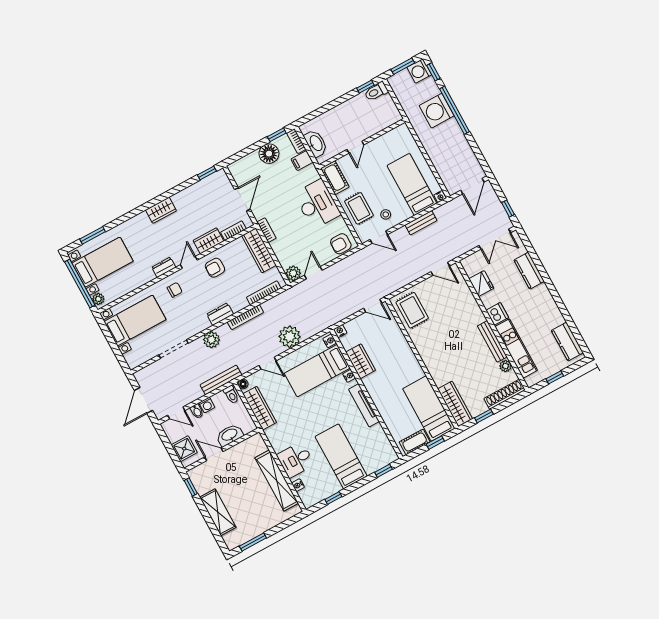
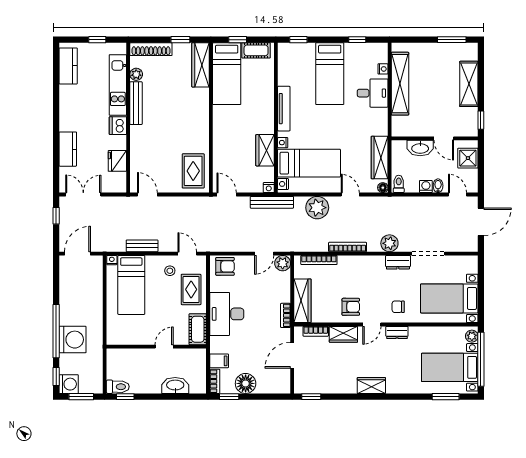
washbasin: (316, 143) -> (175, 385), moved, turned 90
dresser: (220, 314) -> (398, 262), moved
bench: (221, 380) -> (272, 202), moved

